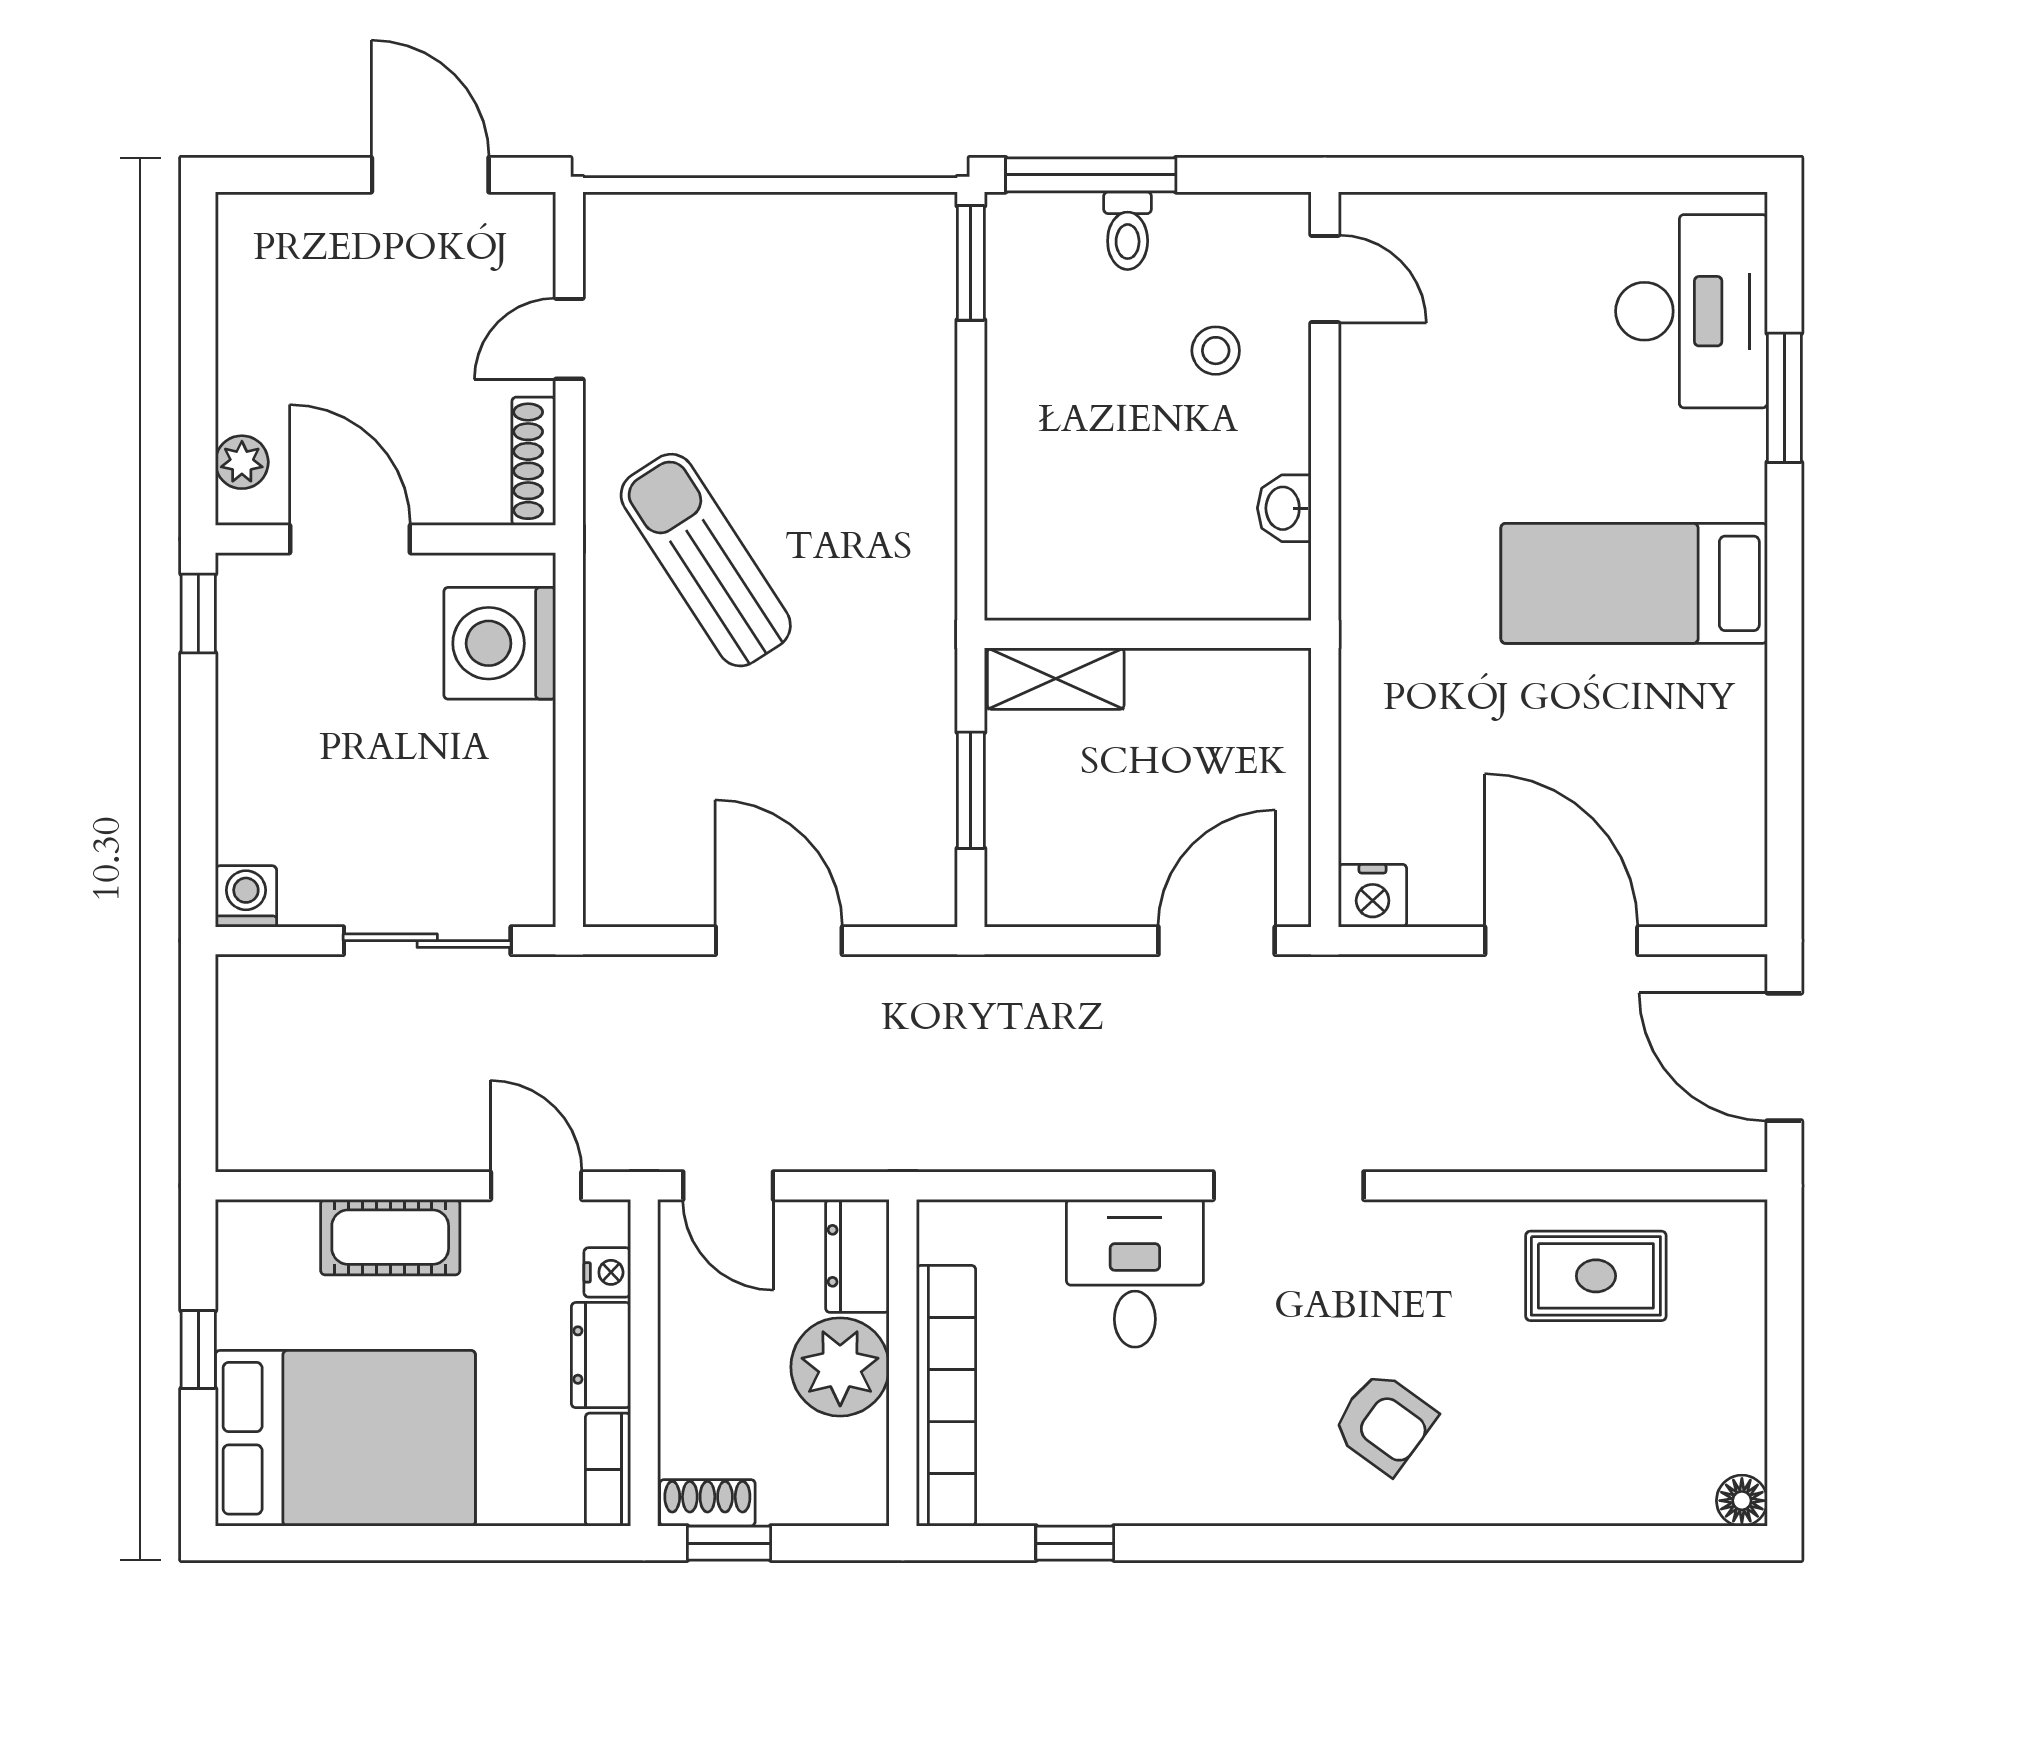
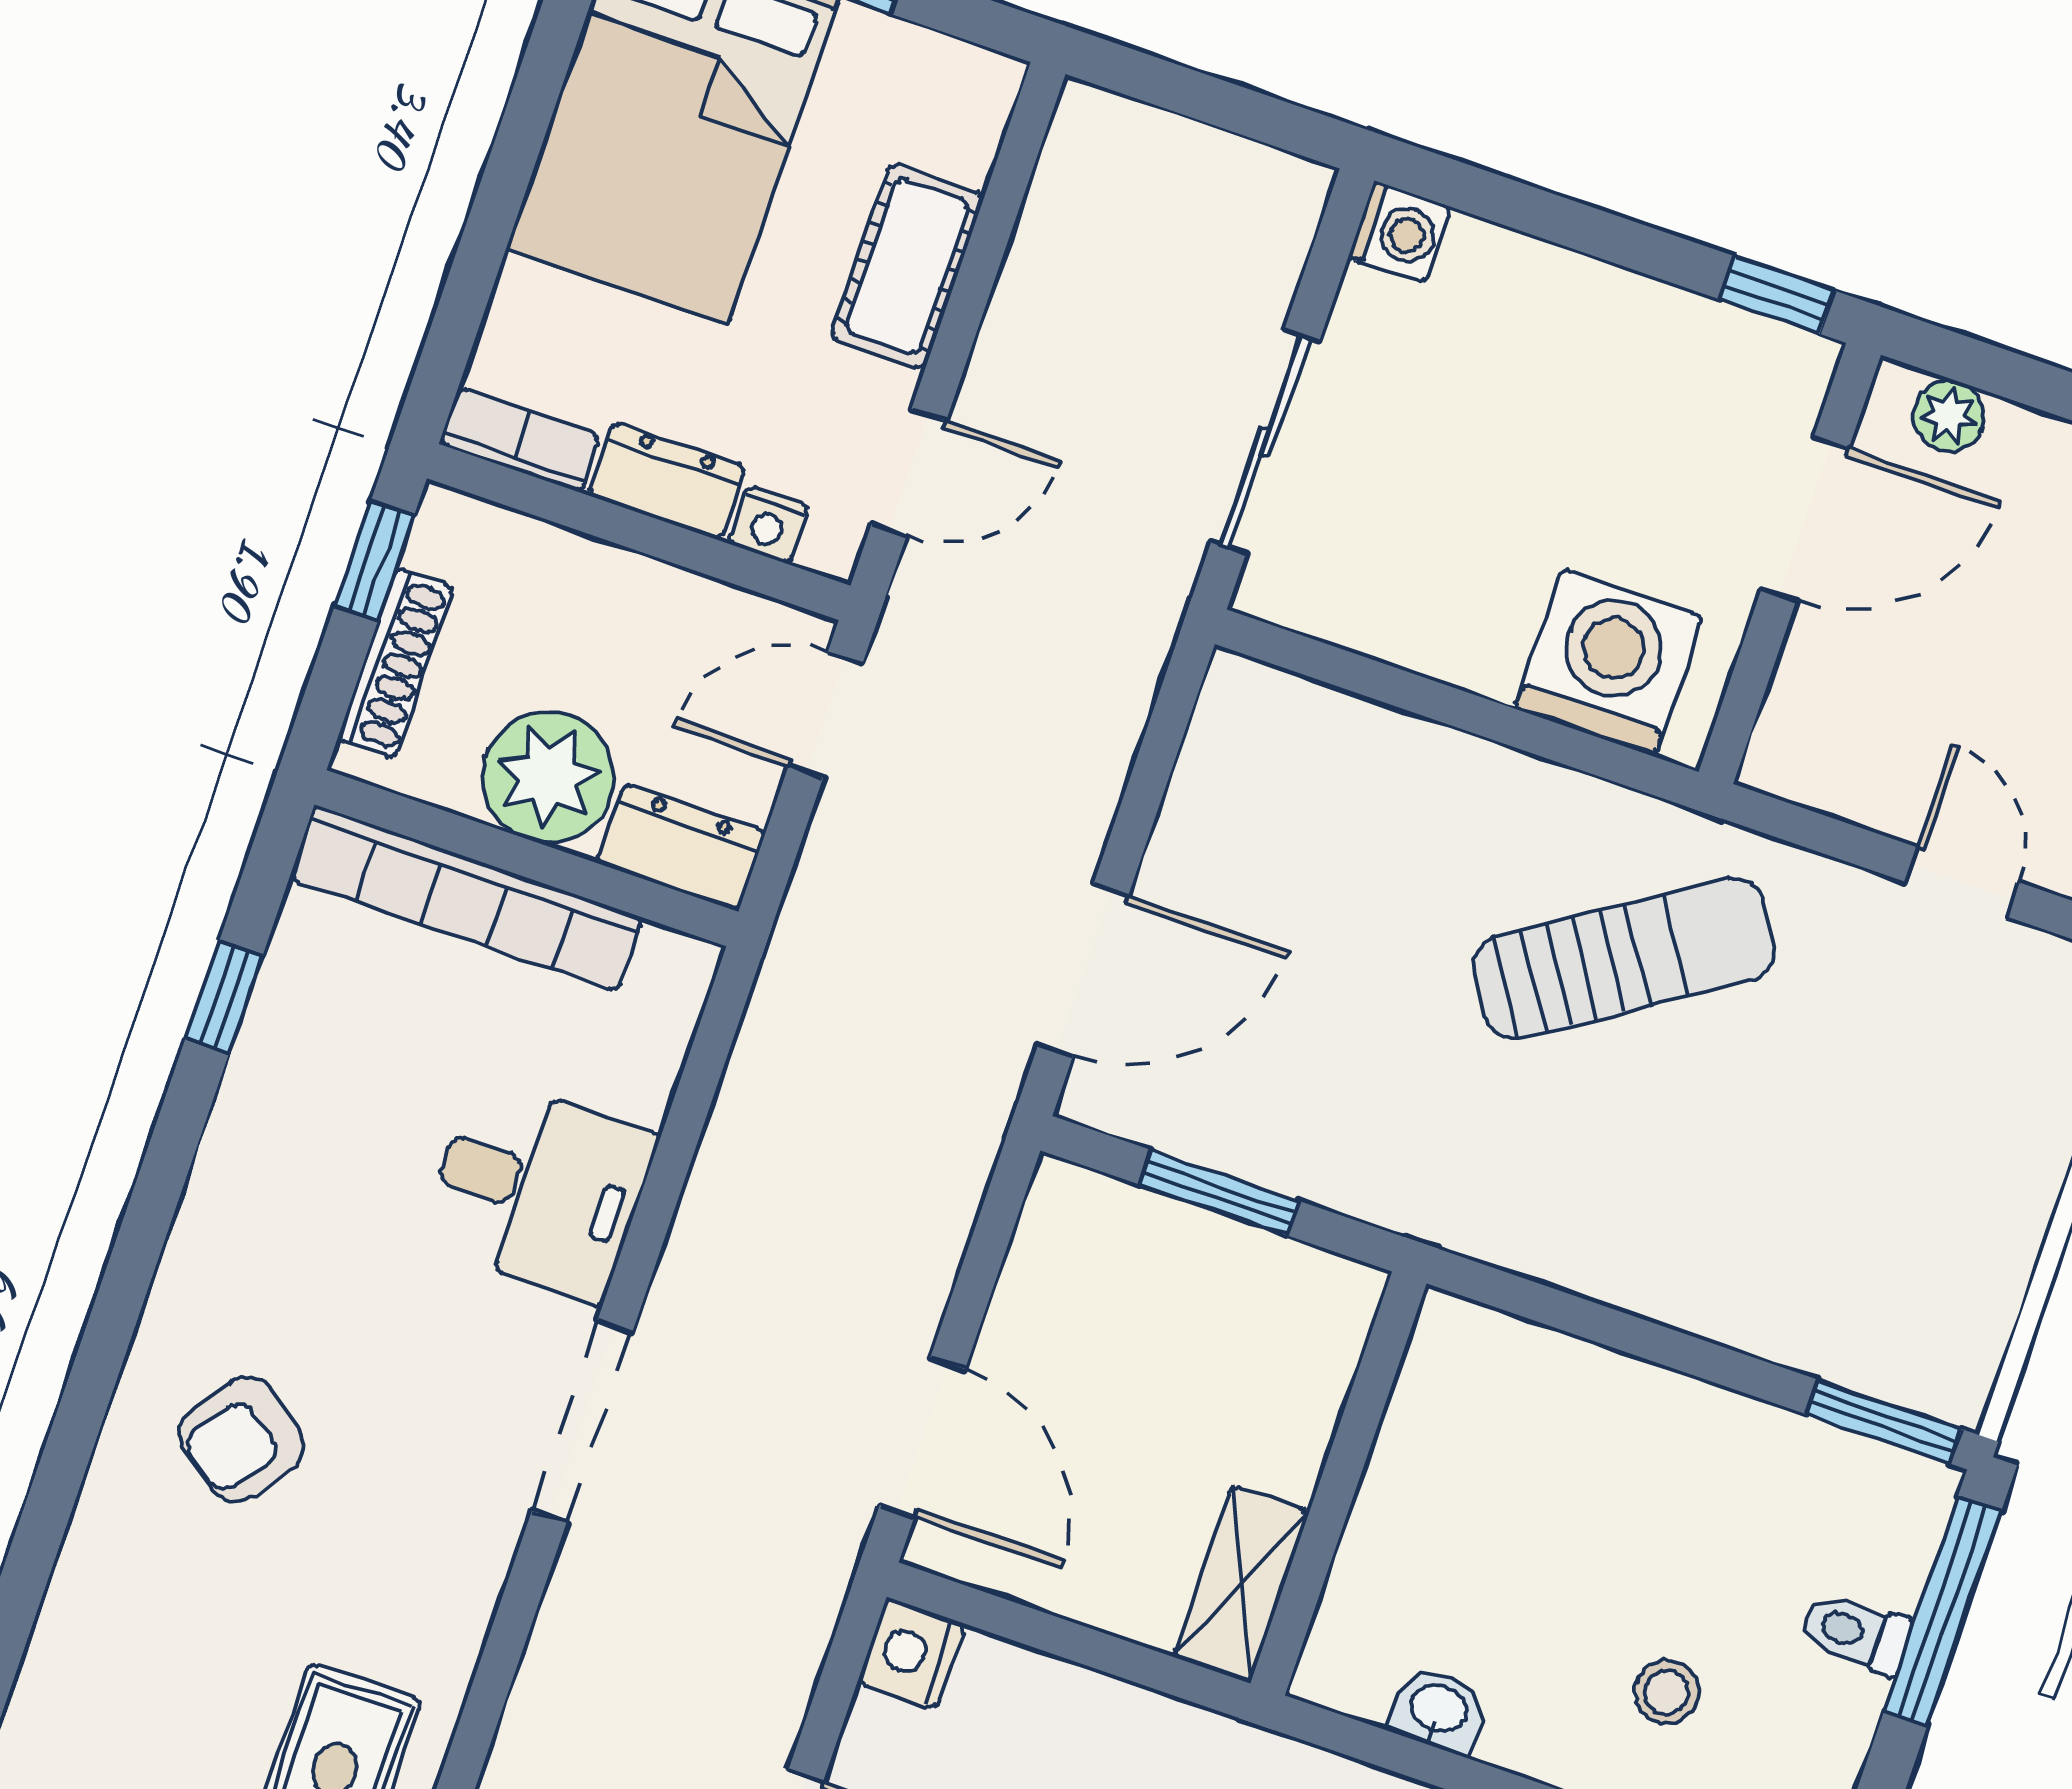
shoe rack: (534, 461) -> (1823, 784), removed
shelving: (1056, 679) -> (1241, 1584), moved
door: (779, 941) -> (1083, 970), moved
shoe rack: (707, 1503) -> (396, 663), moved, width x1.43

